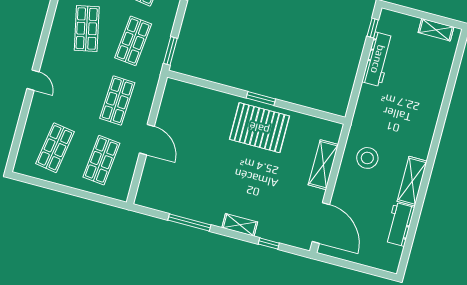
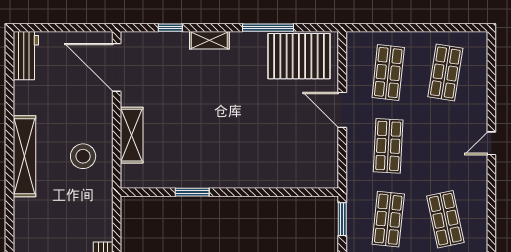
door: (33, 80) -> (491, 143), hinge flipped
window: (261, 98) -> (192, 192), moved
pallet: (259, 128) -> (299, 56), moved
shelving: (412, 181) -> (24, 156), width x1.47
workbench: (399, 224) -> (26, 56), moved

